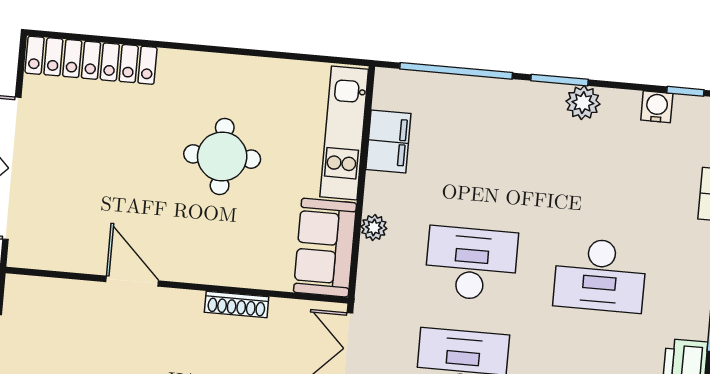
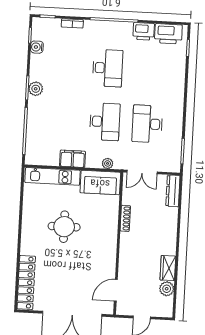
plant: (583, 103) -> (36, 89), moved
filing cabinet: (388, 142) -> (72, 159), moved
plant: (374, 227) -> (108, 163), moved
desk: (471, 264) -> (105, 122), turned 180
door: (132, 281) -> (116, 290), moved

